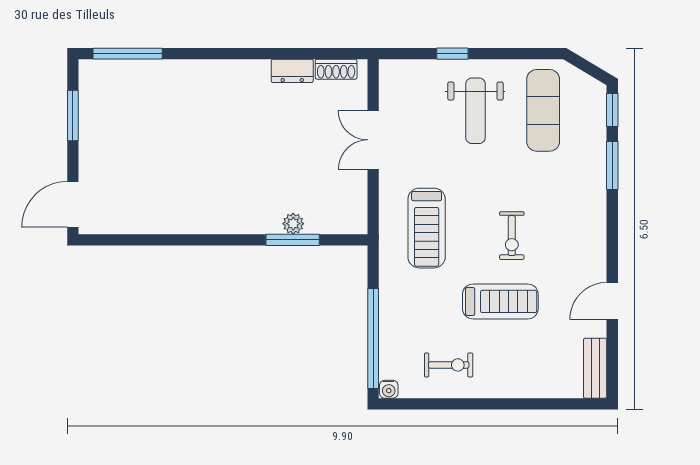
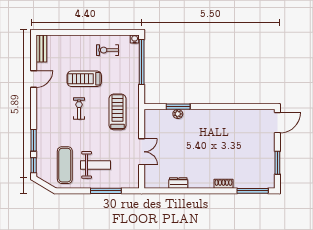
window: (452, 54) -> (106, 191), width x2.17
shoe rack: (336, 69) -> (223, 184), moved
weight bench: (475, 111) -> (95, 165), turned 90

